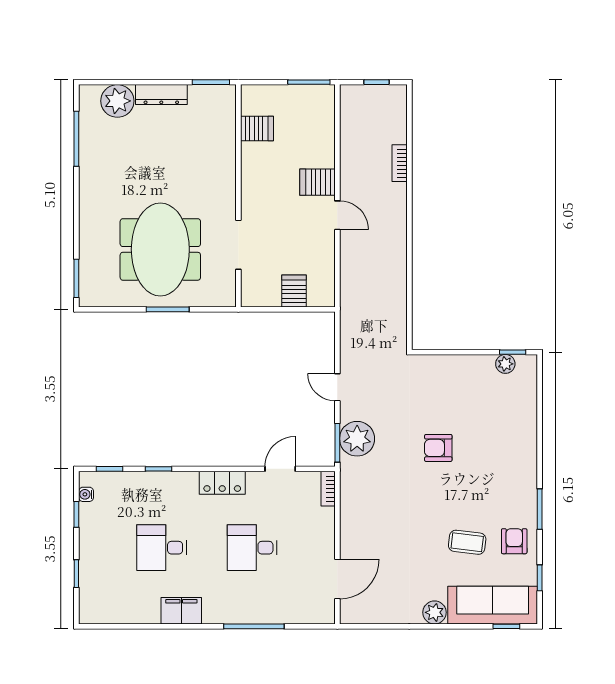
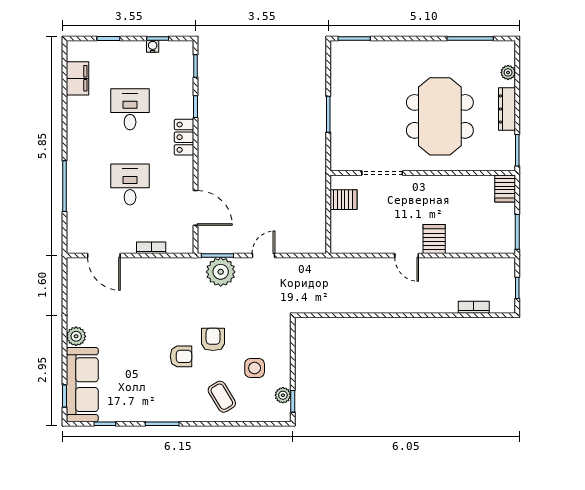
plant: (117, 101) -> (508, 72), width x0.53, depth x0.53
server rack: (257, 129) -> (505, 189), moved
bookcase: (400, 163) -> (474, 307), moved
door: (337, 215) -> (407, 255), hinge flipped
meeting table: (160, 249) -> (440, 116), moved, turned 90
server rack: (294, 291) -> (344, 200), moved
side table: (473, 398) -> (255, 368), added
door: (280, 469) -> (196, 208), width x1.38
locker: (222, 483) -> (184, 137), moved
bookcase: (328, 489) -> (151, 248), moved
water cooler: (86, 494) -> (153, 46), moved
armchair: (514, 541) -> (181, 356), moved
coffee table: (467, 542) -> (222, 397), moved, turned -38
filing cabinet: (181, 611) -> (78, 78), moved

